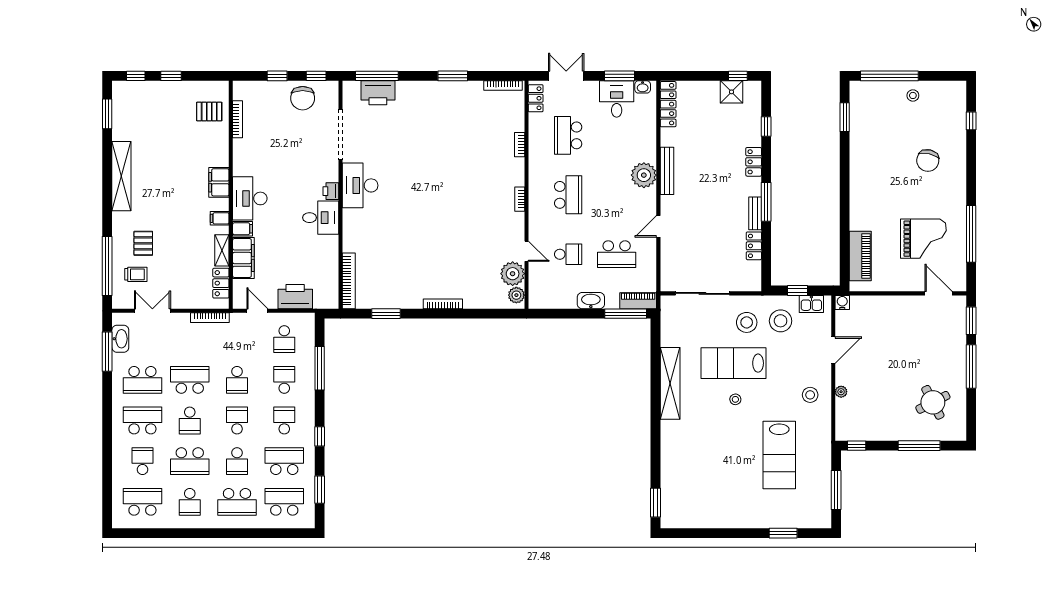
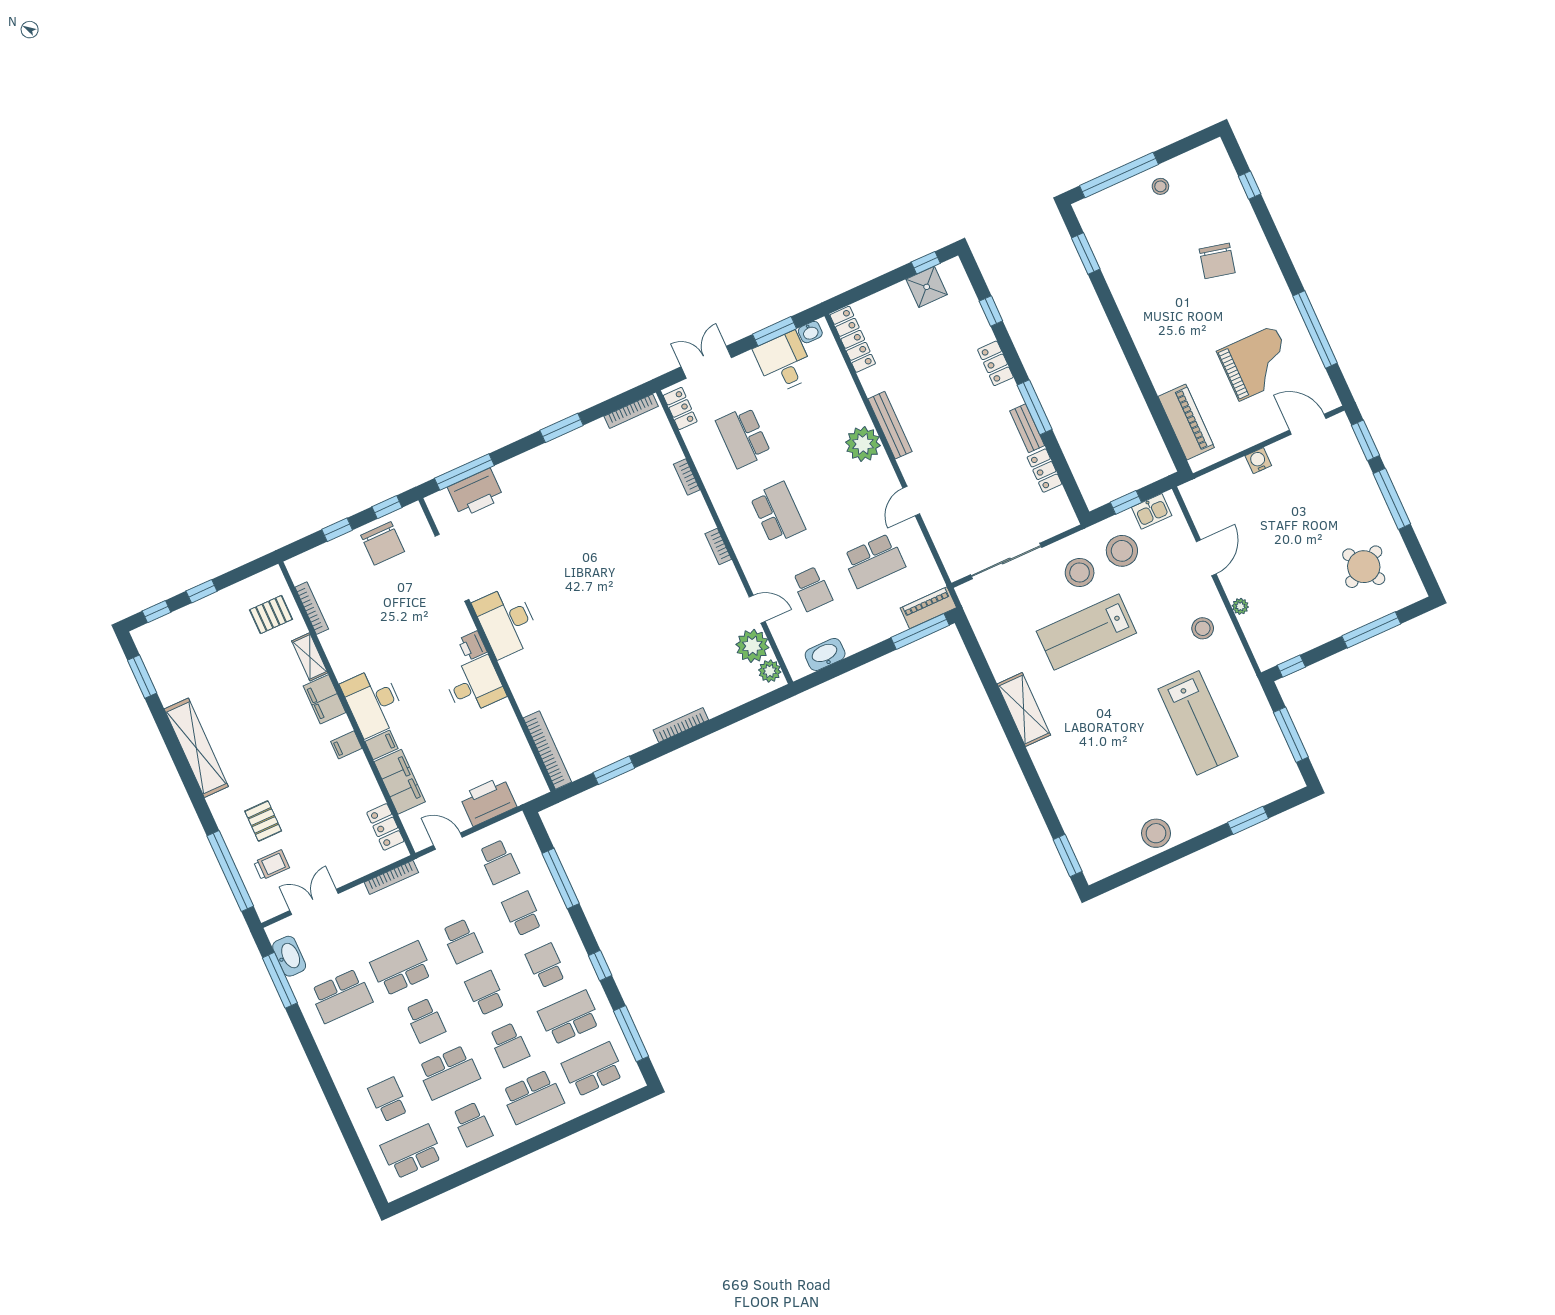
shelving: (222, 250) -> (310, 657), moved
school desk: (568, 254) -> (812, 589), turned 90
washbasin: (591, 301) -> (825, 654), moved
water cooler: (842, 302) -> (1258, 461), moved
shelving: (670, 383) -> (1024, 709), width x0.68
stool: (735, 399) -> (1156, 833), moved, width x1.89, depth x1.89
school desk: (142, 420) -> (365, 1048), removed
window: (320, 490) -> (631, 1034), width x1.44

